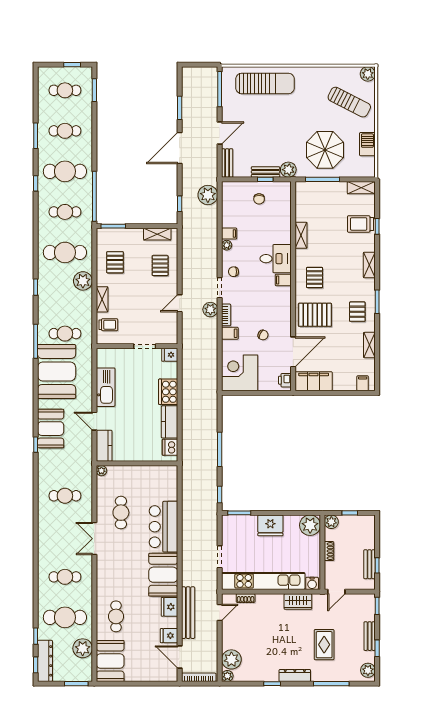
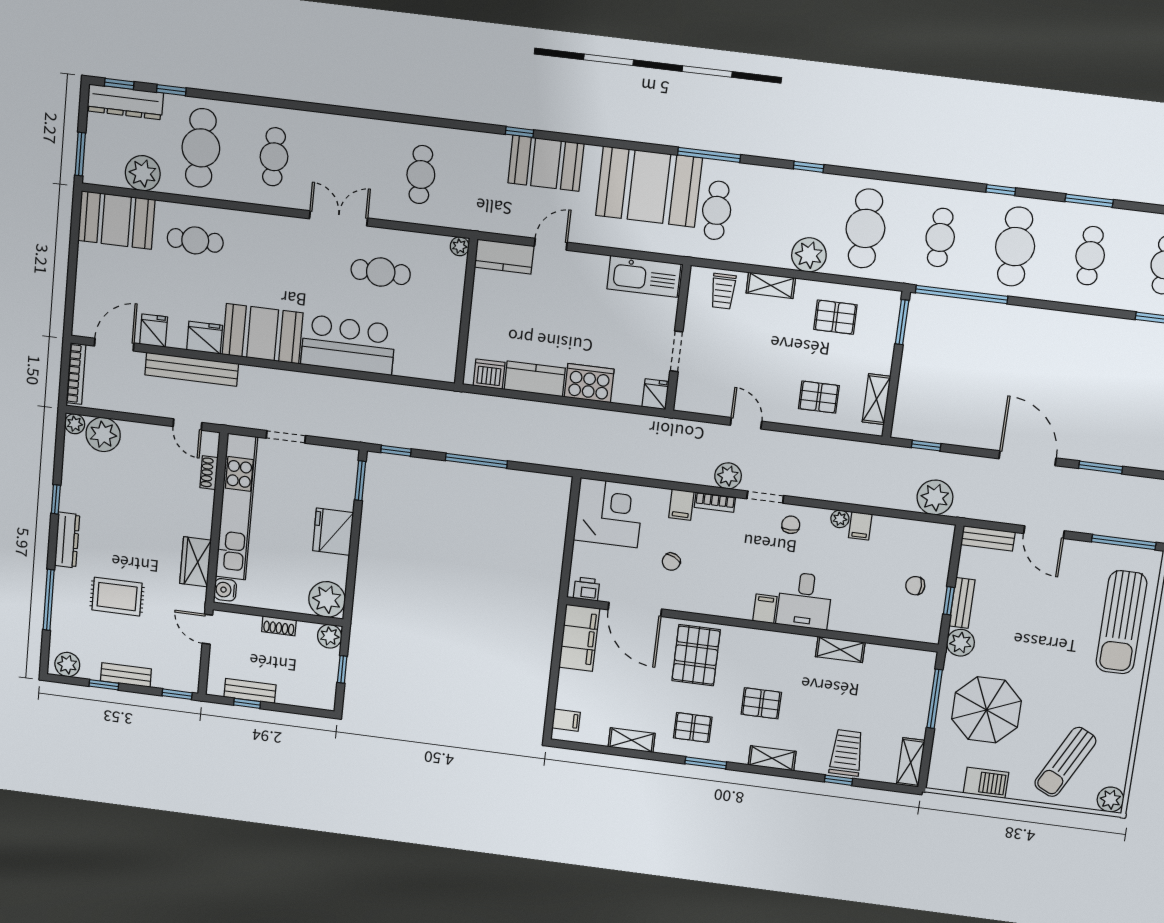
pallet: (315, 278) -> (761, 703), moved
kitchen sink: (106, 387) -> (644, 276), moved

